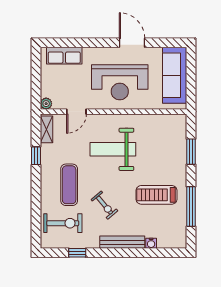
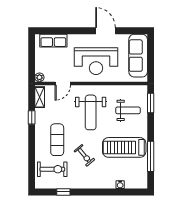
weight bench: (161, 147) -> (128, 110), added
weight bench: (113, 149) -> (91, 112), turned -90
window: (191, 152) -> (151, 103), moved
treadmill: (156, 195) -> (124, 147), width x1.37, depth x1.38
bench: (122, 242) -> (98, 184), removed

